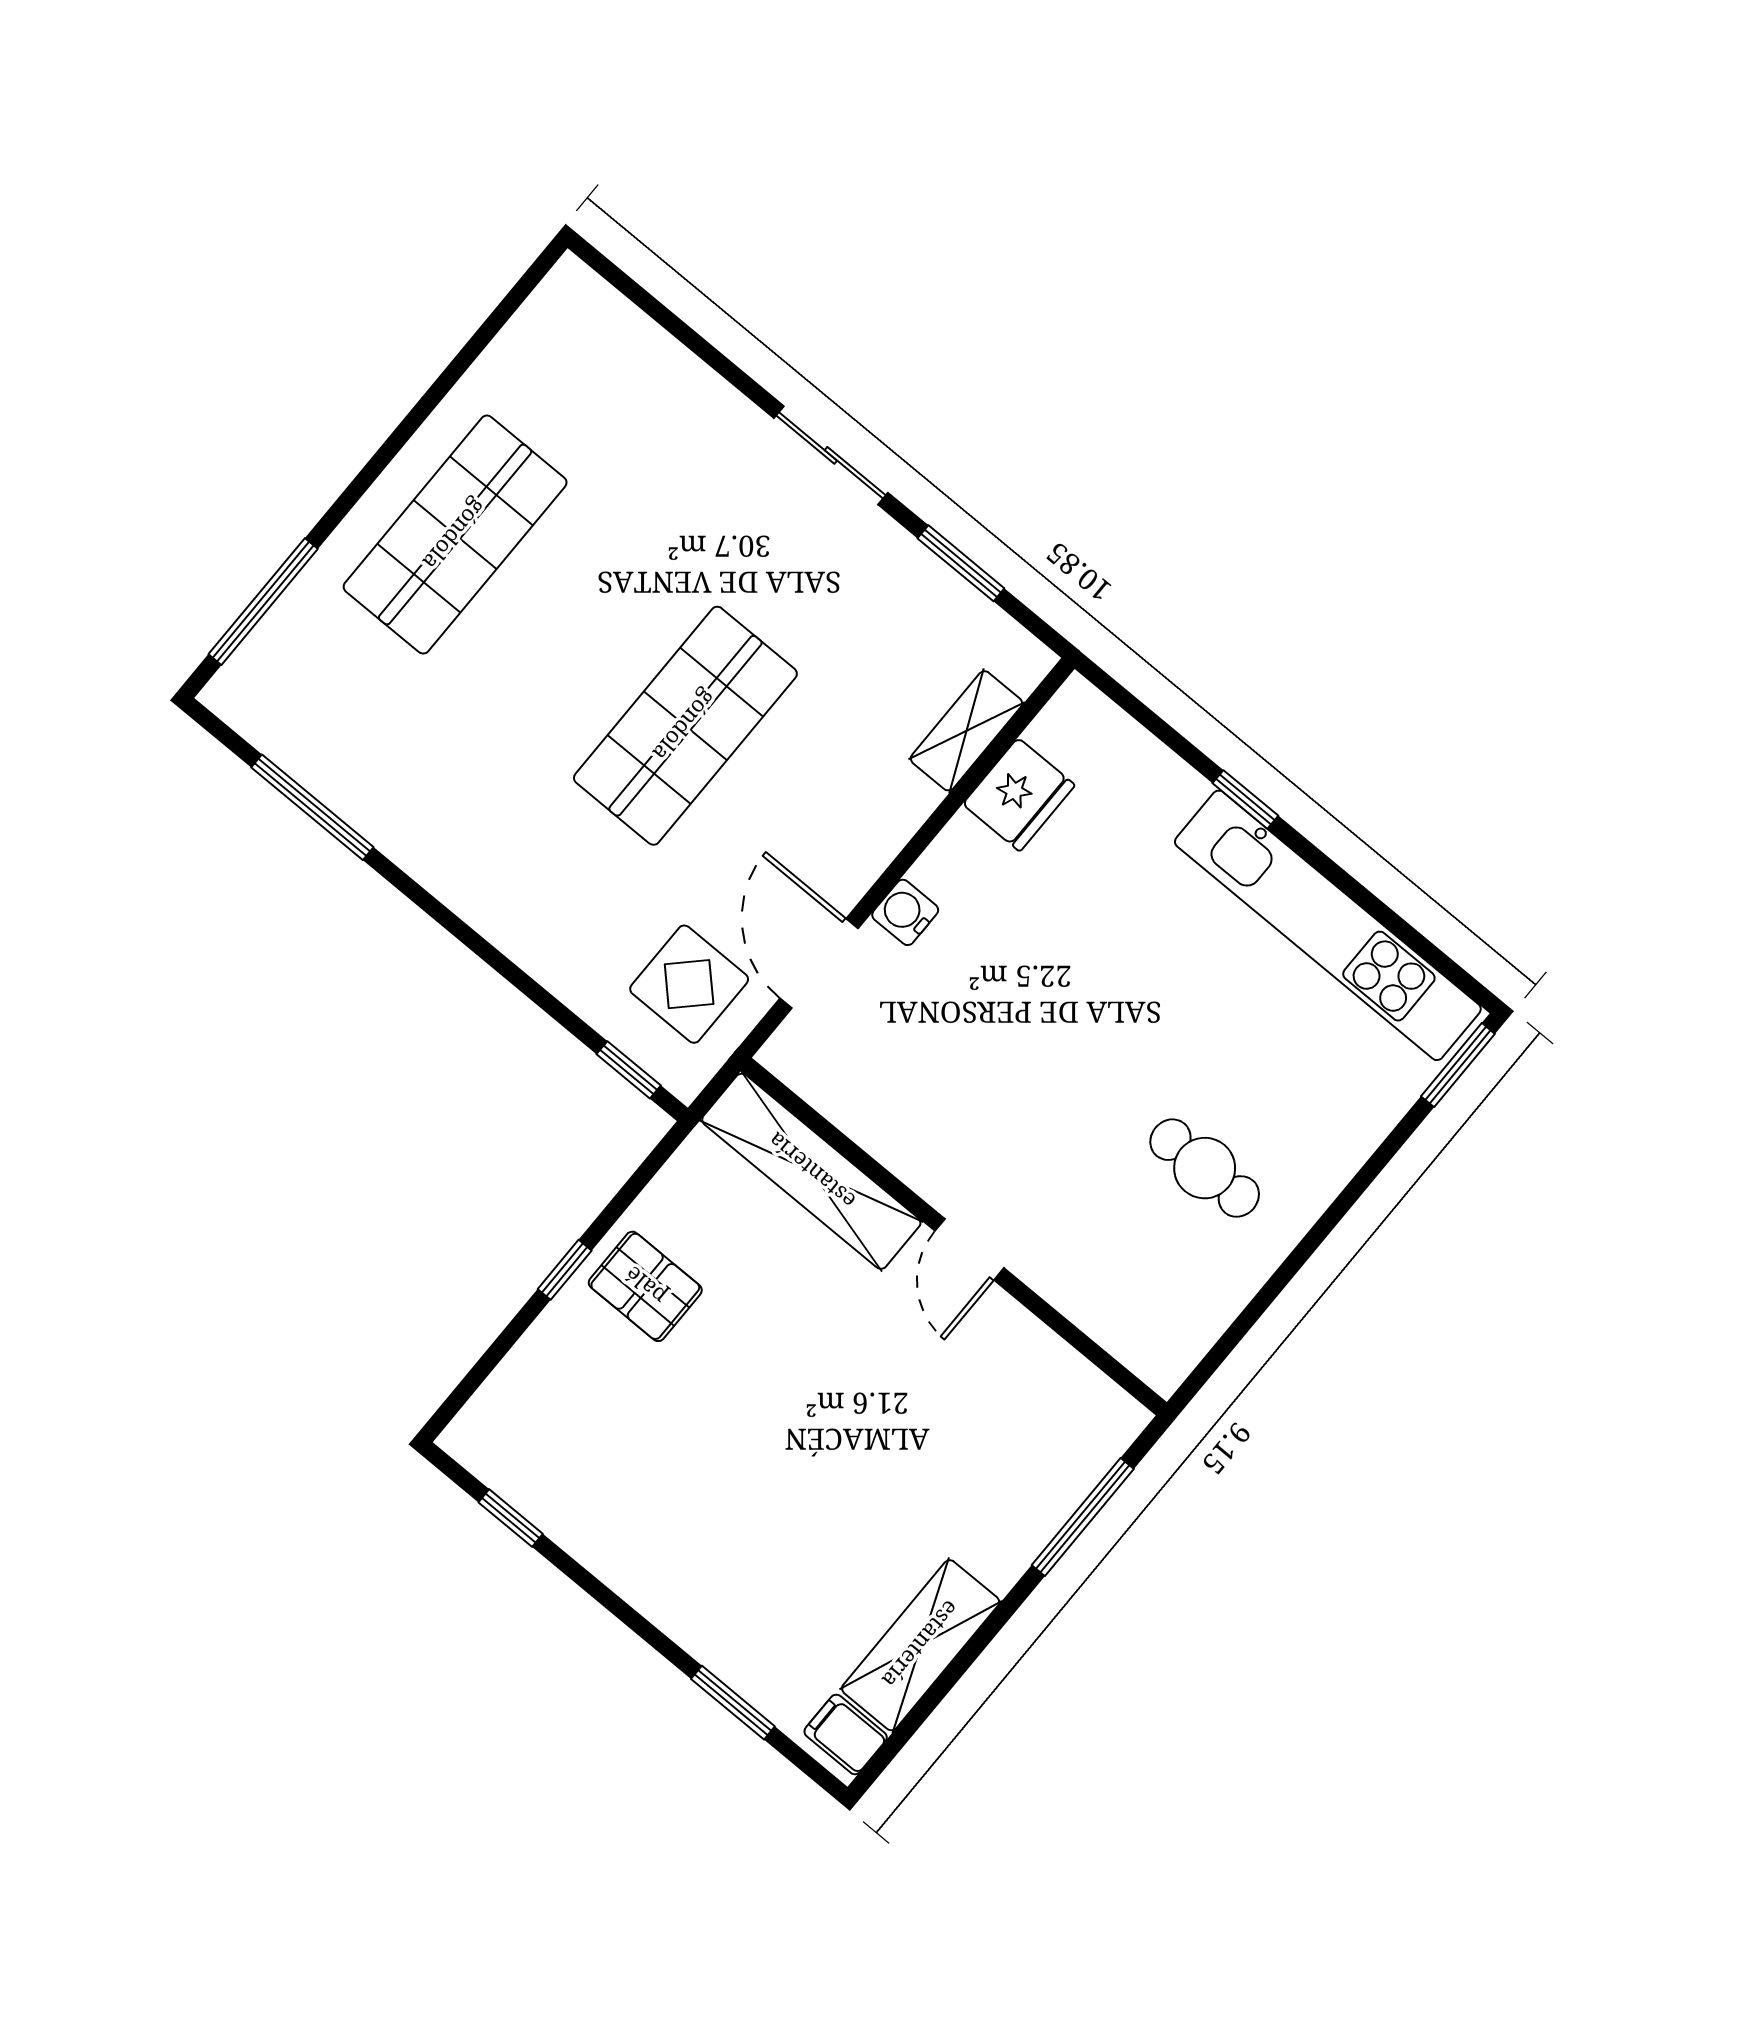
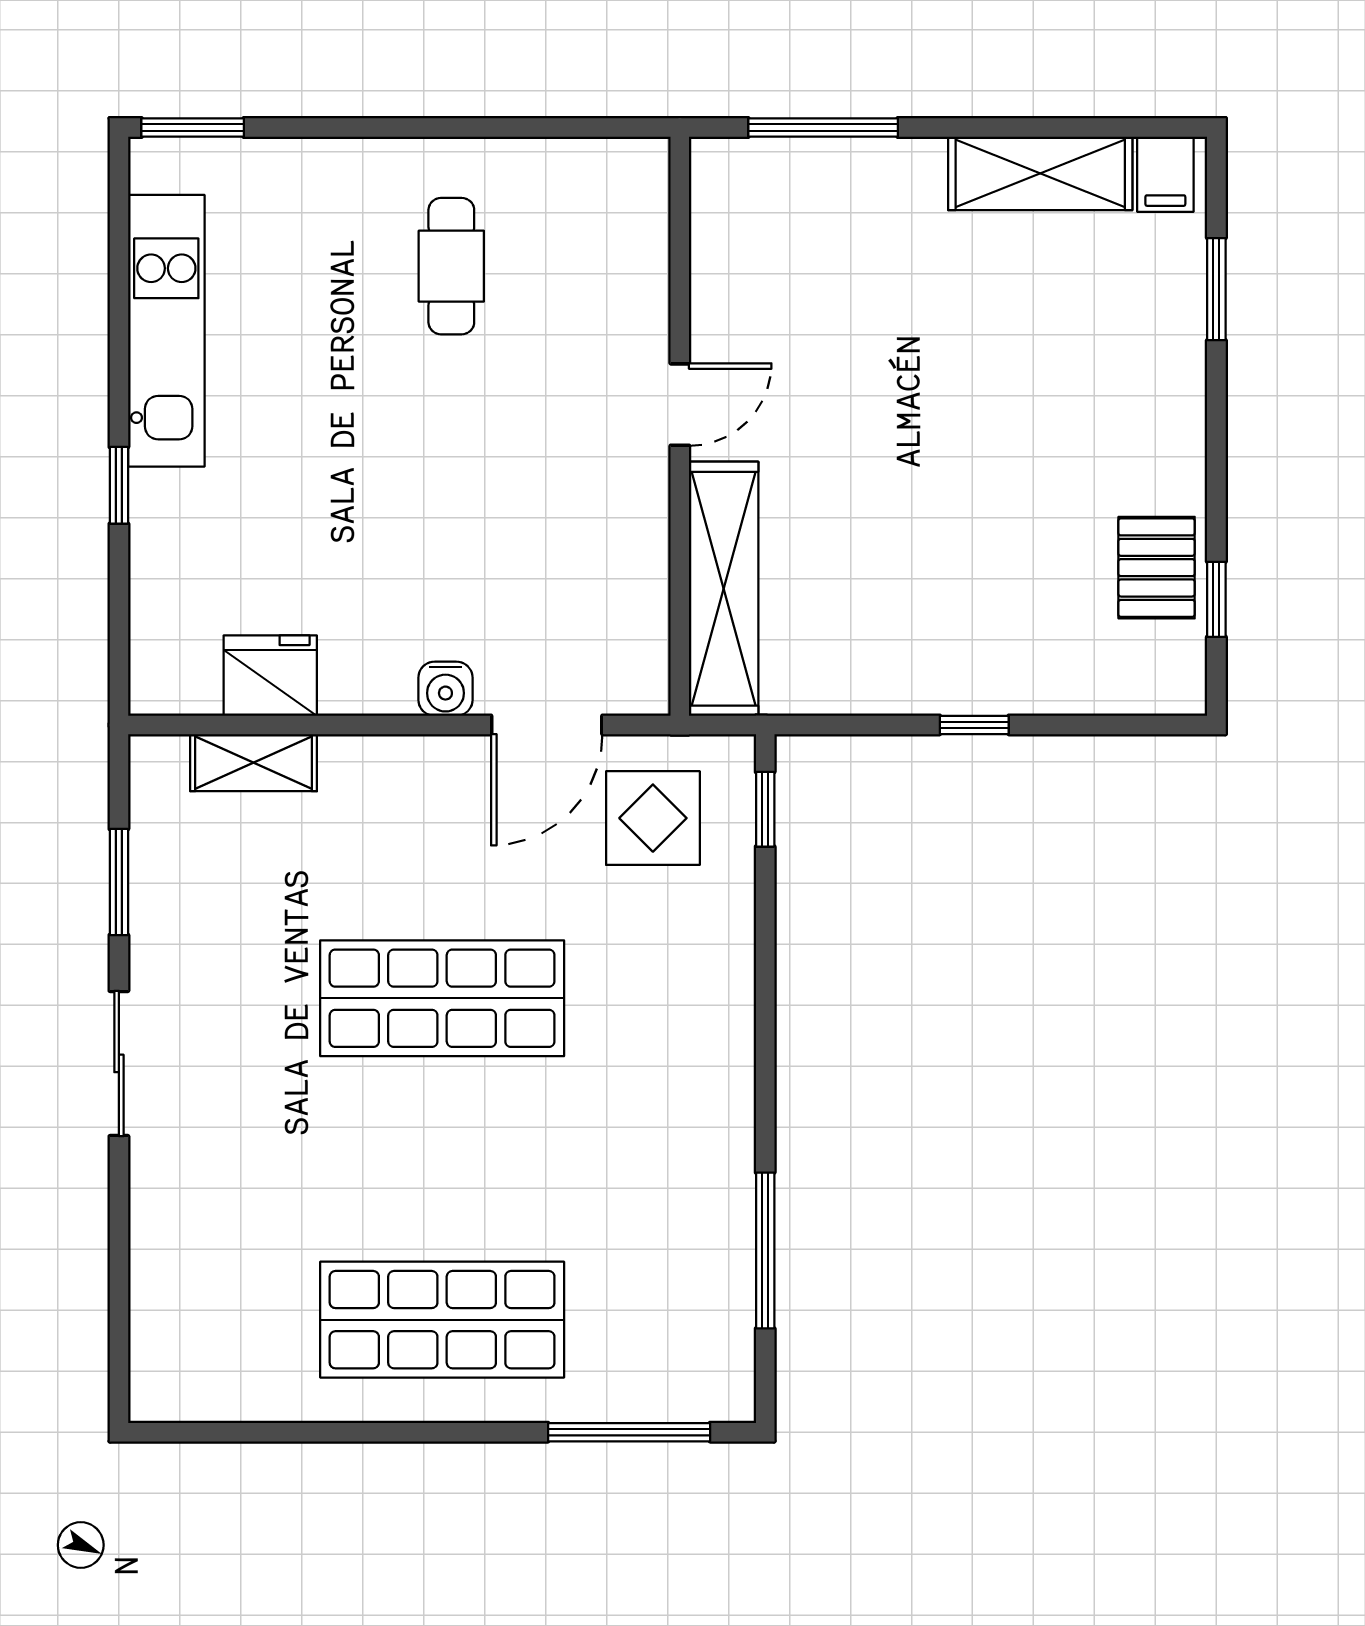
kitchen unit: (1328, 925) -> (166, 331), width x0.73
pallet: (645, 1286) -> (1157, 568), moved

